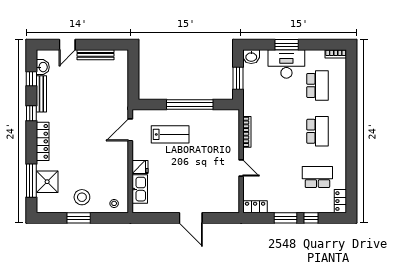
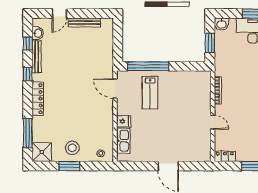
window: (190, 104) -> (148, 66), moved
door: (130, 130) -> (115, 89), hinge flipped
lab bench: (170, 134) -> (150, 93), turned 90
shower: (47, 182) -> (42, 152), moved

